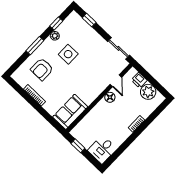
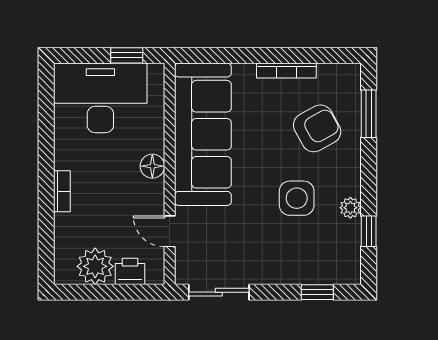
window: (35, 46) -> (369, 114), moved
armchair: (42, 69) -> (317, 128), turned 61
floor lamp: (110, 97) -> (152, 166), moved
sofa: (70, 112) -> (203, 134), width x1.85, depth x1.27
desk: (102, 149) -> (100, 98), width x1.87, depth x1.30

